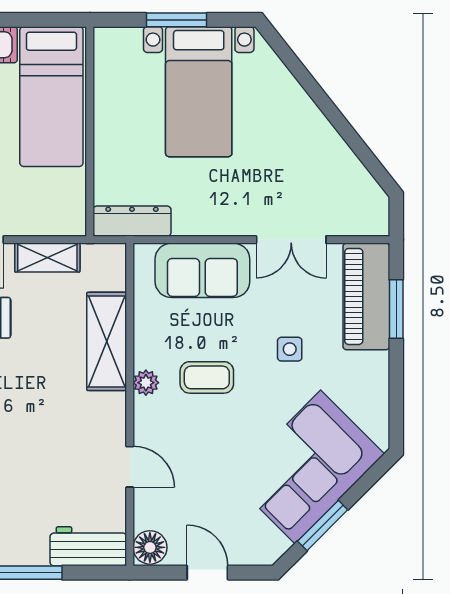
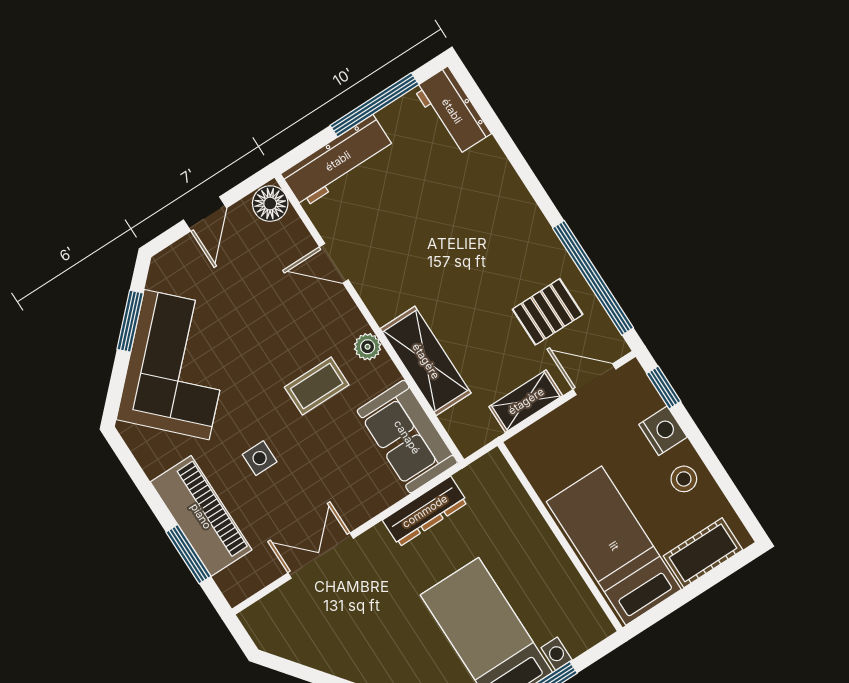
dresser: (132, 221) -> (425, 511), moved
sofa: (202, 270) -> (407, 437), moved, turned -90
piano: (366, 296) -> (201, 516), moved
workbench: (88, 546) -> (338, 161), width x1.38
door: (207, 573) -> (205, 214), hinge flipped

